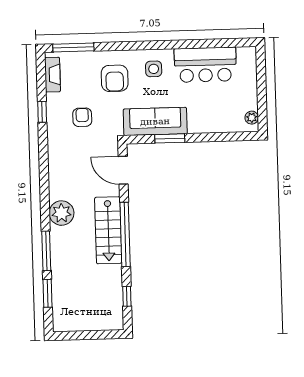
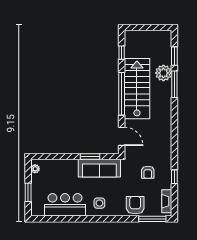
armchair: (115, 78) -> (135, 205), moved
window: (261, 82) -> (28, 192), added
plant: (62, 213) -> (163, 73), moved
stairs: (108, 230) -> (137, 89), width x1.36, depth x1.51

